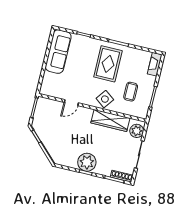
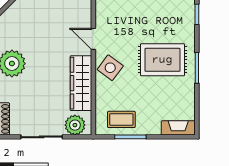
coffee table: (131, 92) -> (121, 119), moved
door: (71, 103) -> (93, 39), moved

